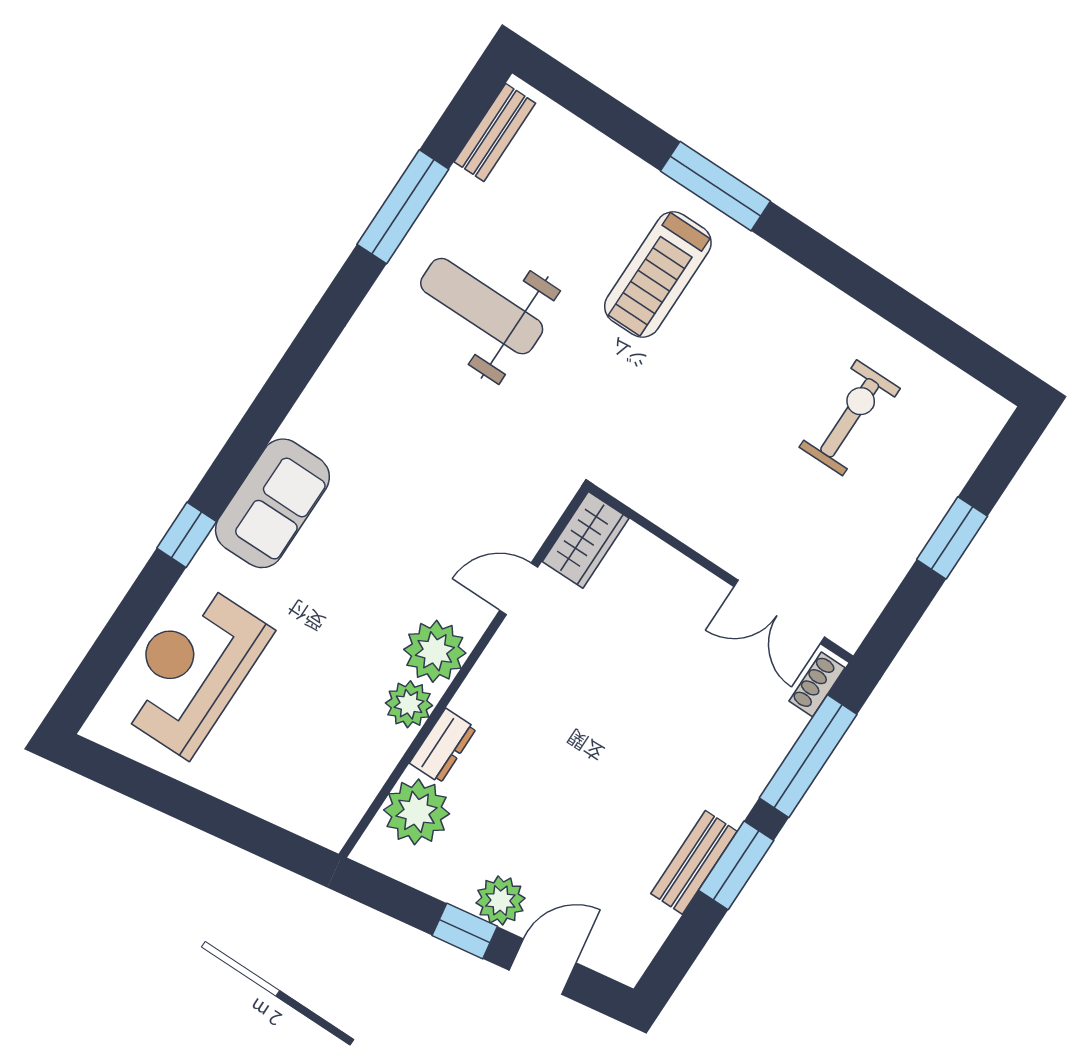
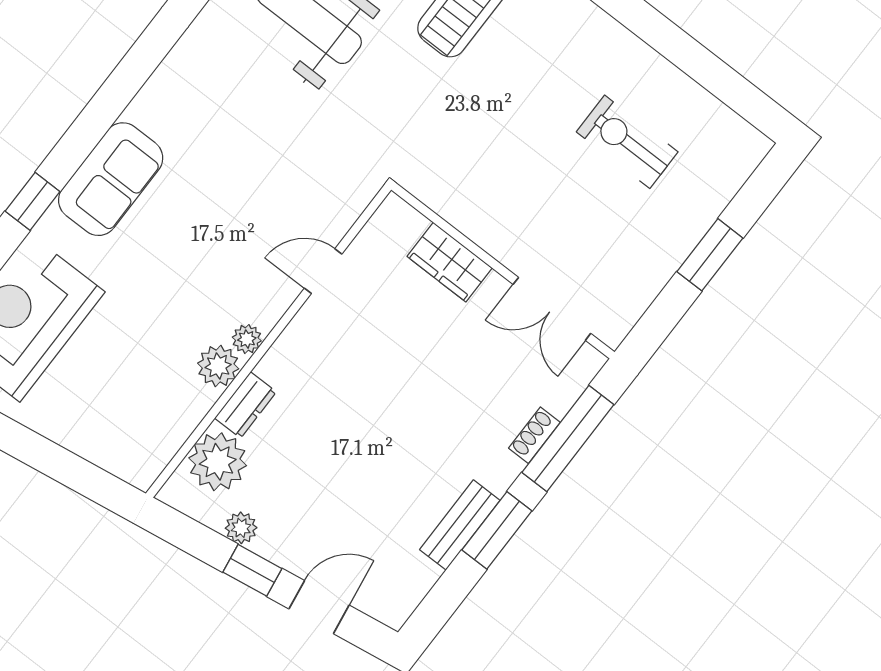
exercise bike: (850, 418) -> (627, 142), turned -90
wardrobe: (586, 540) -> (450, 262), moved, turned 90
plant: (435, 651) -> (247, 339), width x0.53, depth x0.53
shoe rack: (817, 684) -> (534, 435), moved
plant: (500, 901) -> (241, 528), moved, width x0.73, depth x0.73

